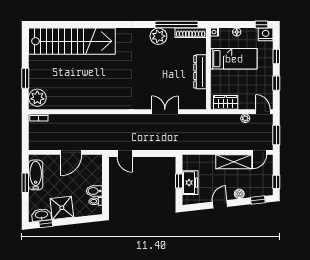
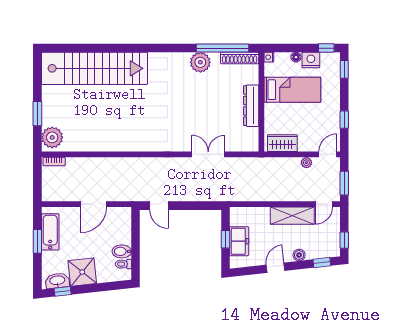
nightstand: (266, 34) -> (311, 60), moved
window: (276, 57) -> (344, 69), moved
door: (263, 112) -> (328, 154), hinge flipped

